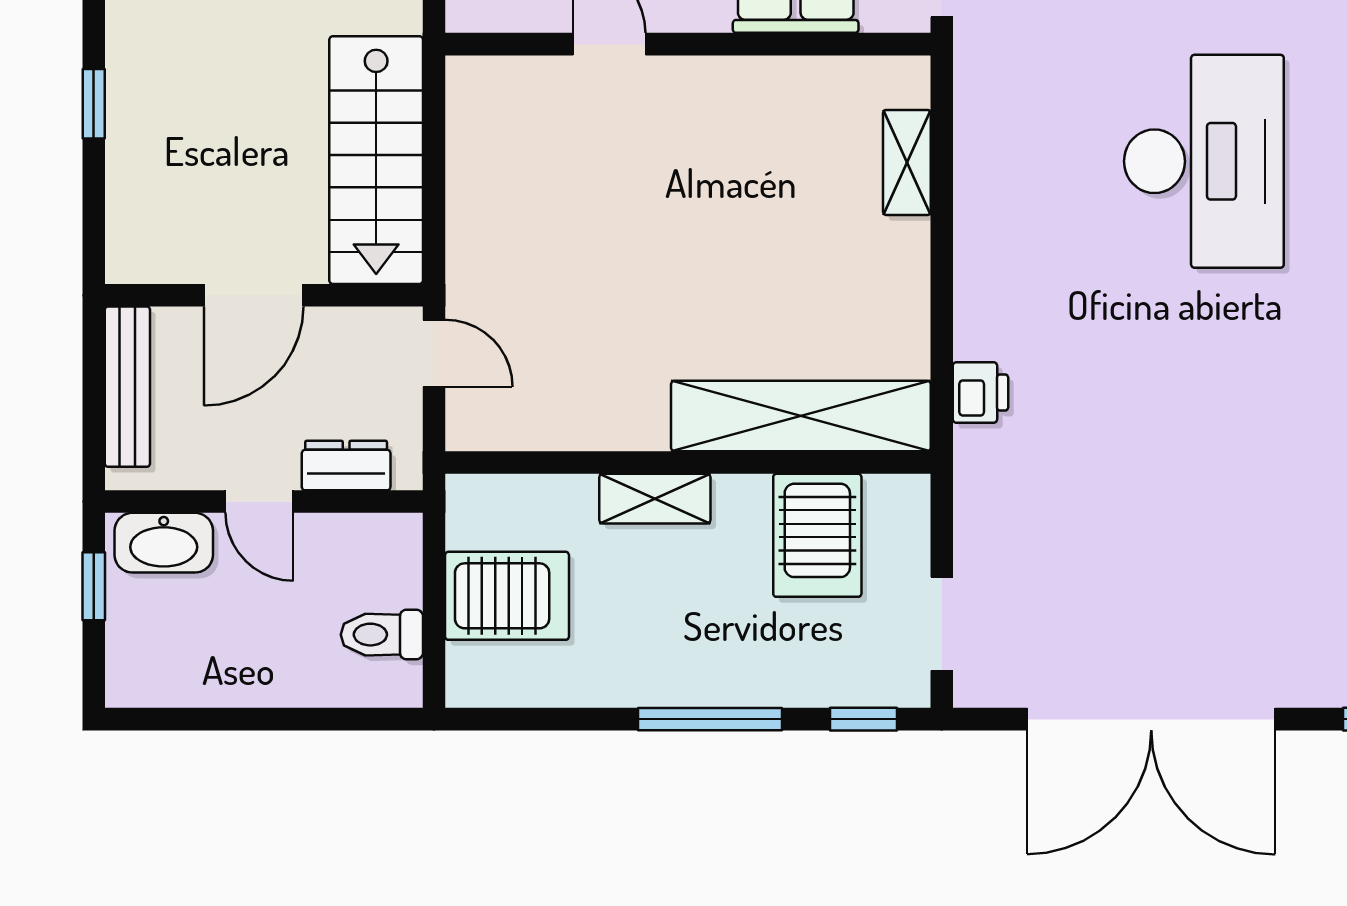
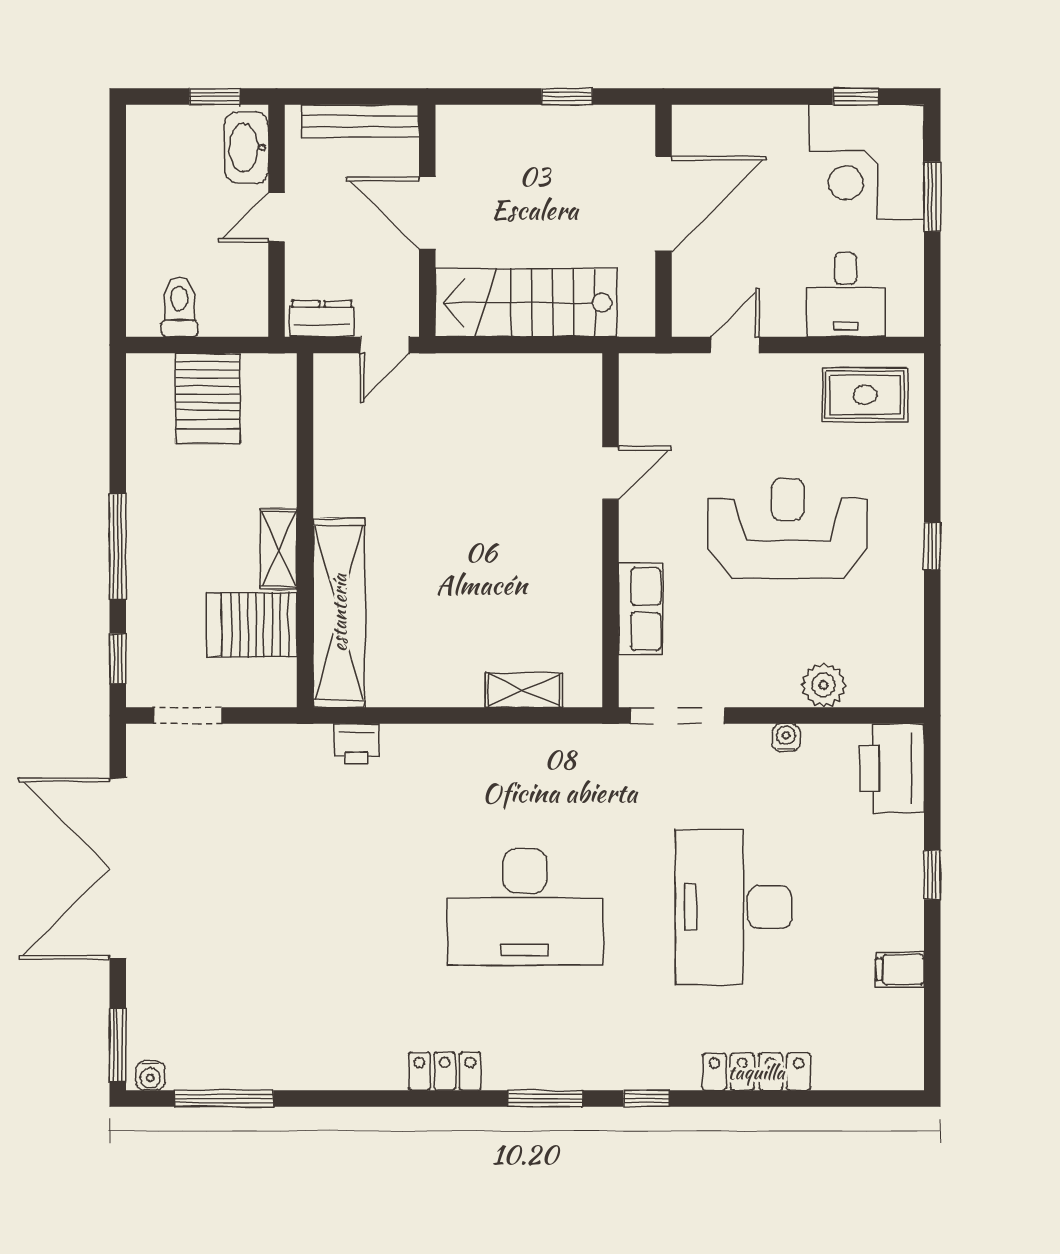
dresser: (346, 466) -> (322, 319), moved, turned -90
shelving: (655, 499) -> (279, 549), moved

